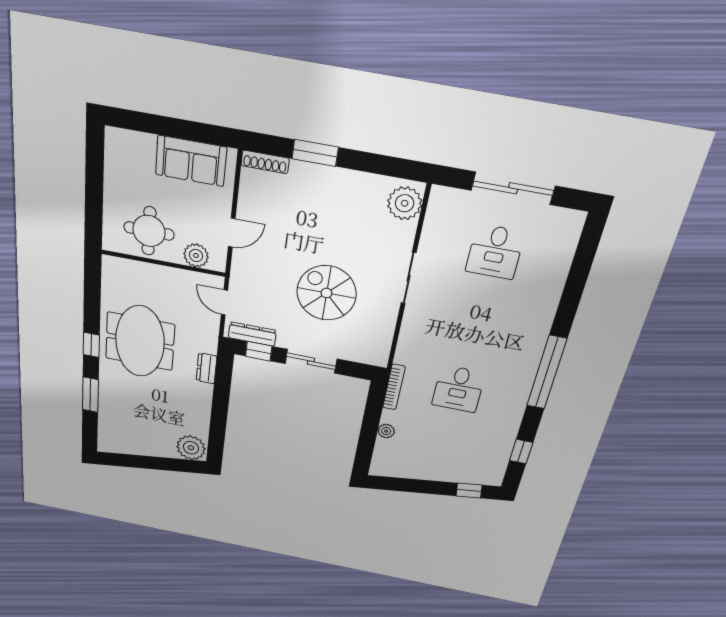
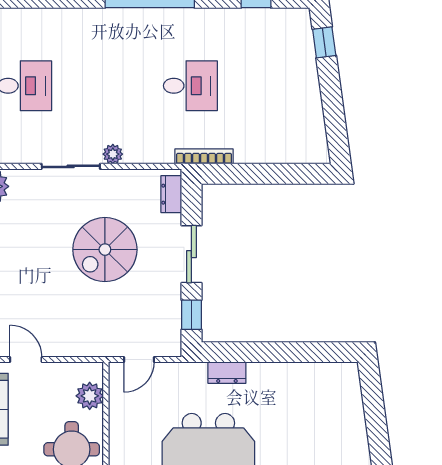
door: (232, 233) -> (26, 359), moved
dresser: (252, 334) -> (171, 194), moved, width x0.70
plant: (386, 431) -> (113, 154), moved
plant: (191, 448) -> (343, 383), removed

